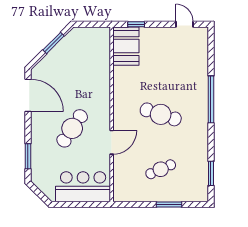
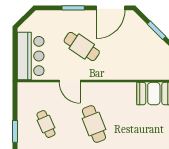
cafe table: (161, 114) -> (94, 124), turned -39
window: (28, 156) -> (73, 8), moved

